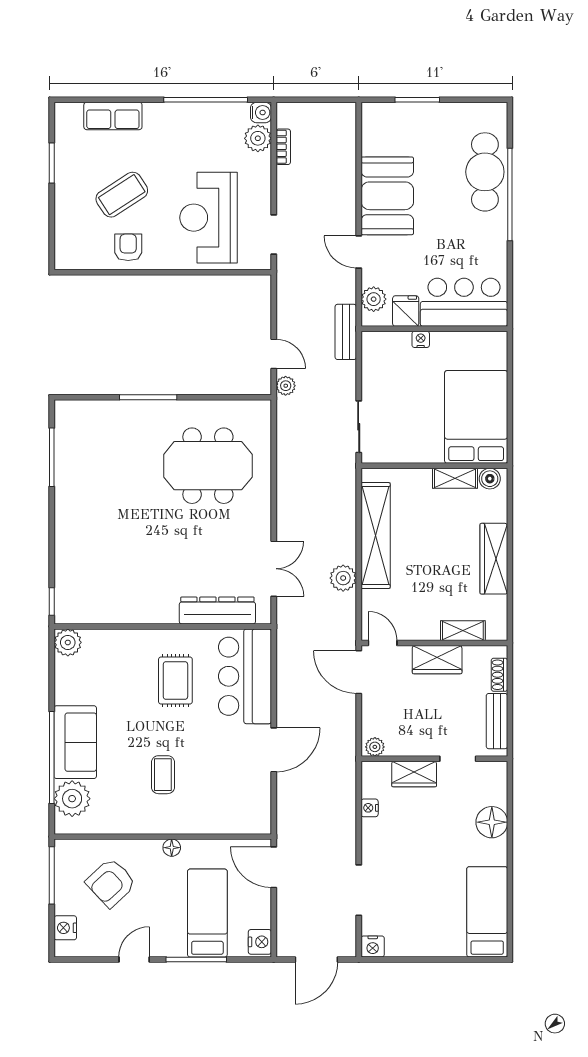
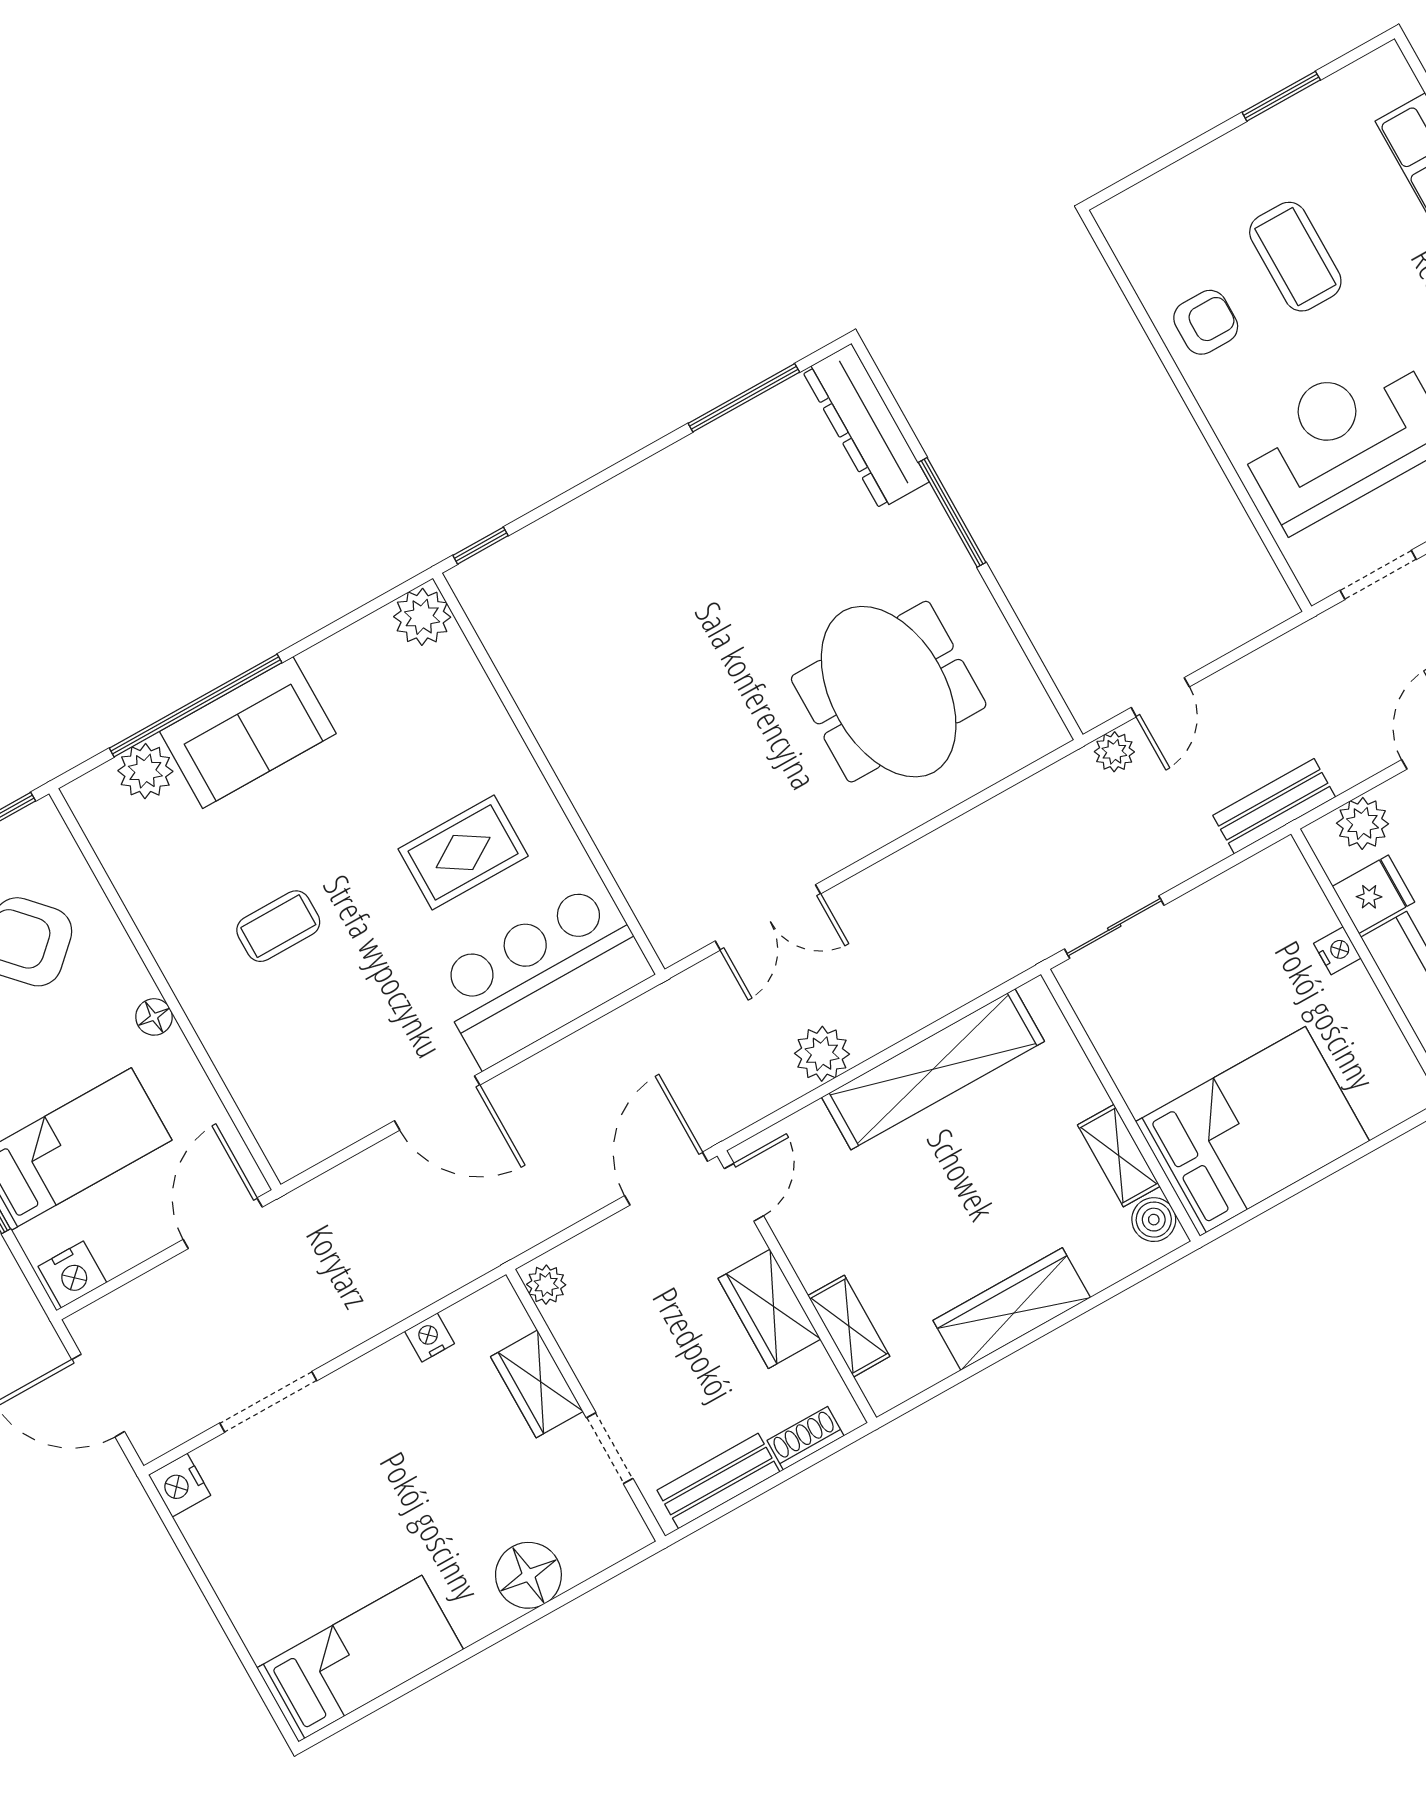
coffee table: (122, 195) -> (1295, 257), turned 33
dresser: (217, 610) -> (866, 426), moved, turned 180
plant: (72, 799) -> (145, 771), width x0.73, depth x0.73

